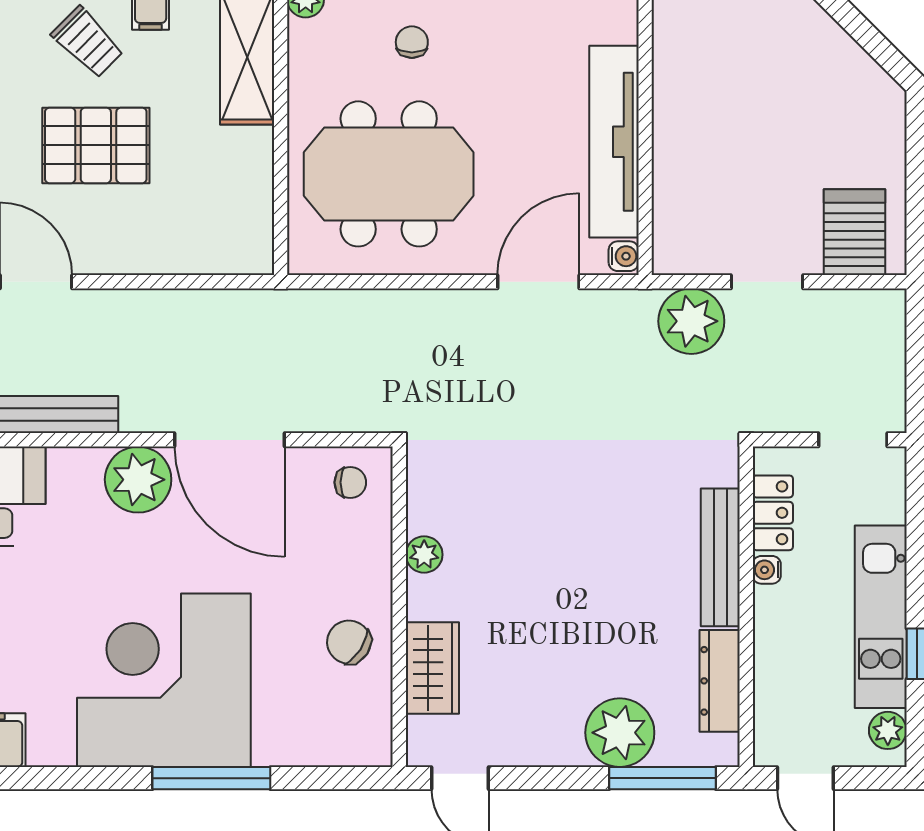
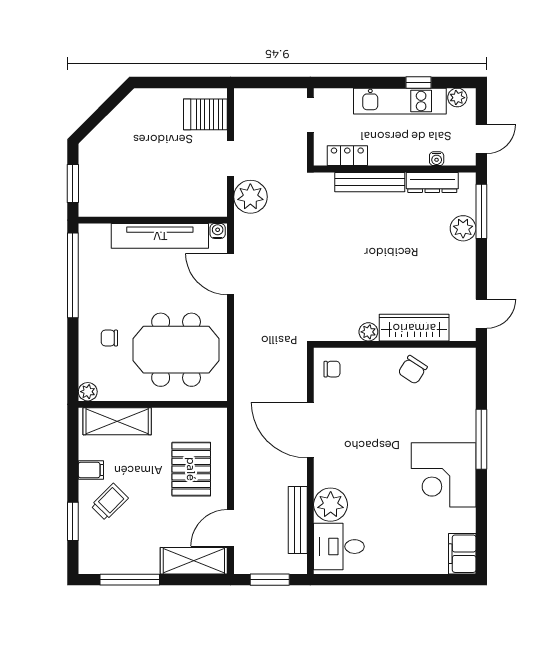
pallet: (96, 145) -> (191, 469), moved
meeting table: (389, 174) -> (176, 350), turned 90
door: (230, 440) -> (310, 430), swing flipped
plant: (138, 480) -> (331, 505), moved
chair: (350, 482) -> (332, 369), turned 90
water cooler: (767, 570) -> (437, 159), moved
wardrobe: (432, 668) -> (414, 328), width x1.50
corner desk: (164, 680) -> (444, 475), width x0.74, depth x0.74
plant: (620, 733) -> (463, 228), width x0.73, depth x0.73

